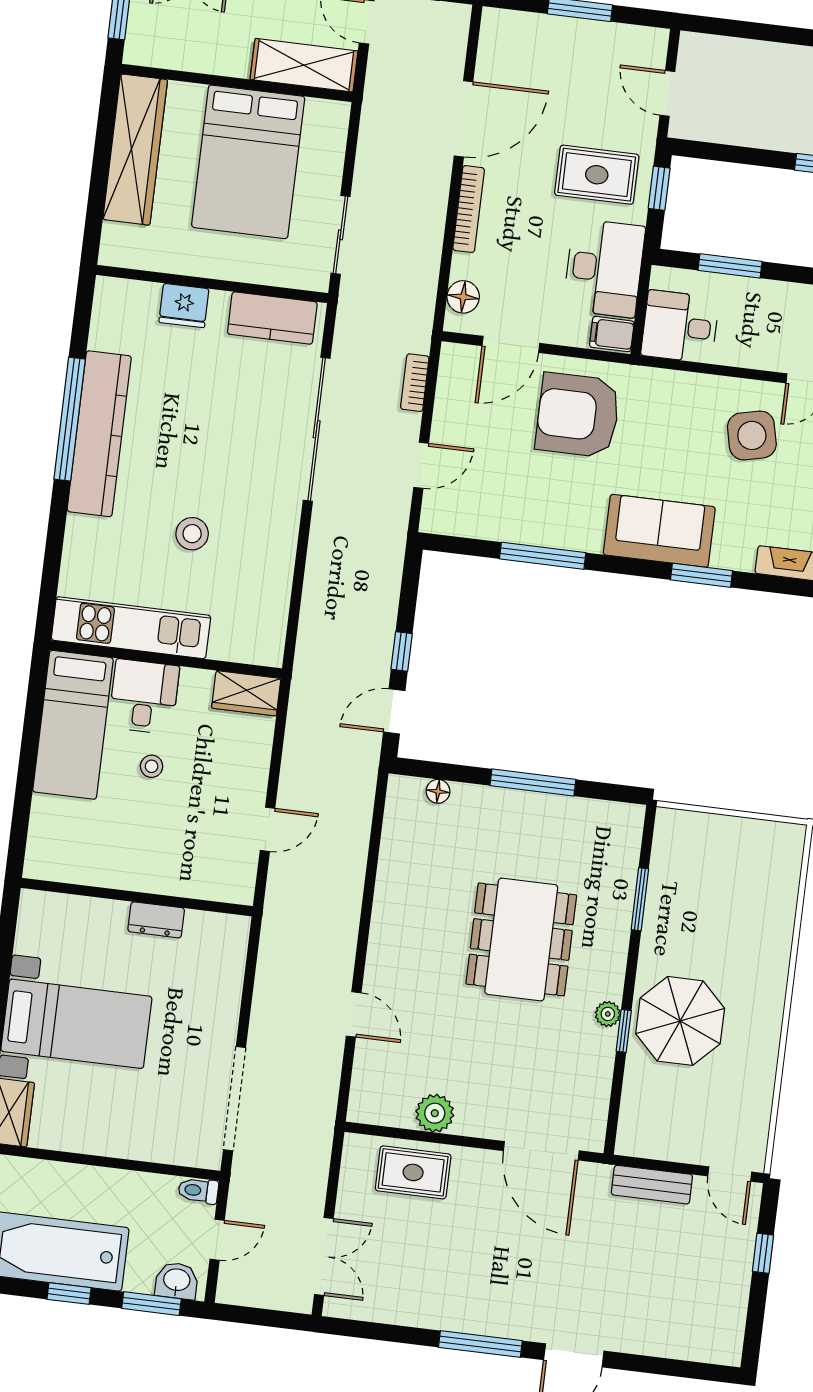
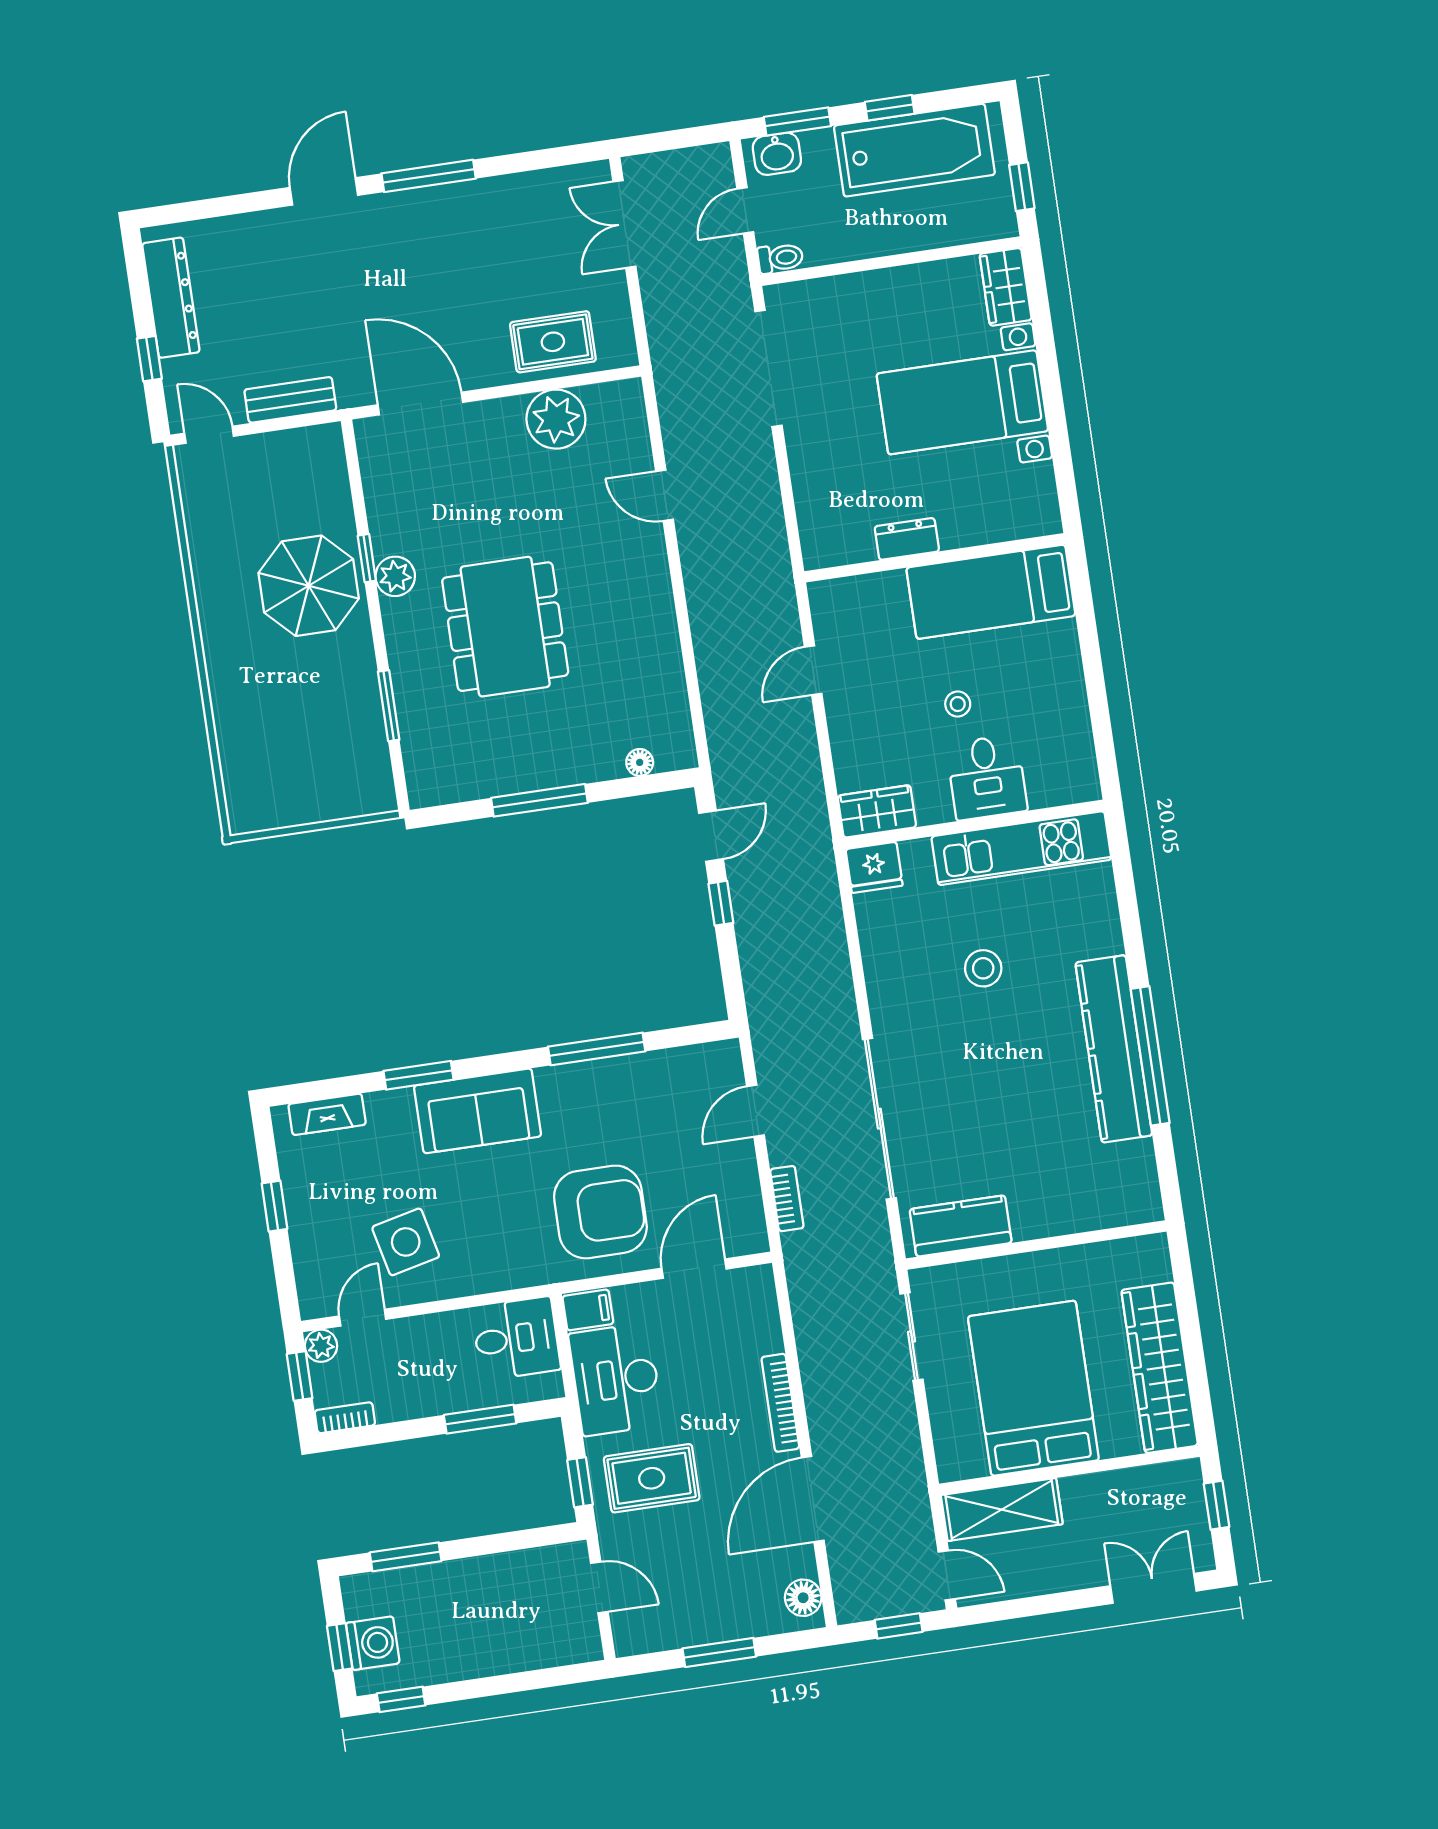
floor lamp: (463, 297) -> (803, 1598), moved
fridge: (184, 306) -> (874, 867), moved, turned 180
bed: (73, 725) -> (991, 592), moved, turned -90
plant: (608, 1014) -> (395, 576), width x1.38, depth x1.38
plant: (435, 1113) -> (556, 419), width x1.36, depth x1.36
dresser: (730, 1300) -> (171, 298), added

